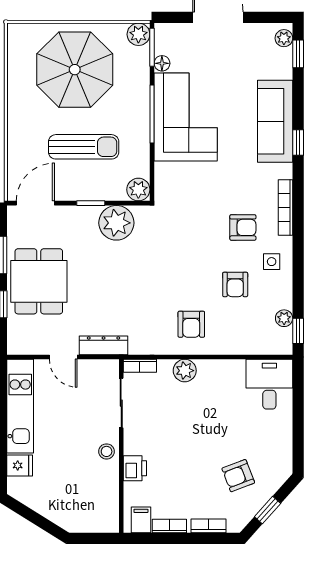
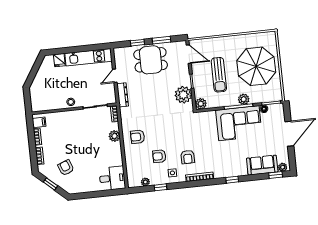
plant: (138, 34) -> (244, 99), moved
sofa: (275, 121) -> (262, 165), moved, width x0.73
window: (298, 331) -> (161, 187), moved
printer: (135, 468) -> (64, 117), removed

